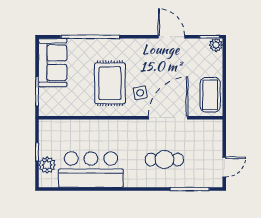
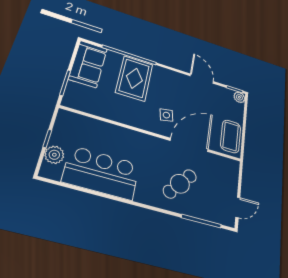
rug: (110, 83) -> (134, 78), moved
cafe table: (164, 160) -> (180, 184), turned -50

